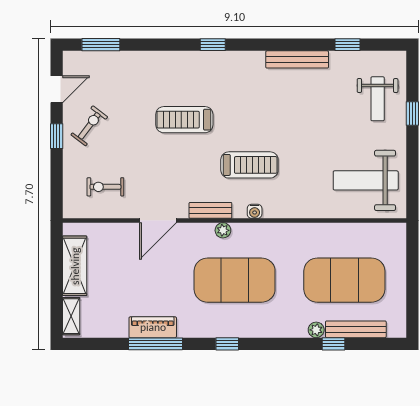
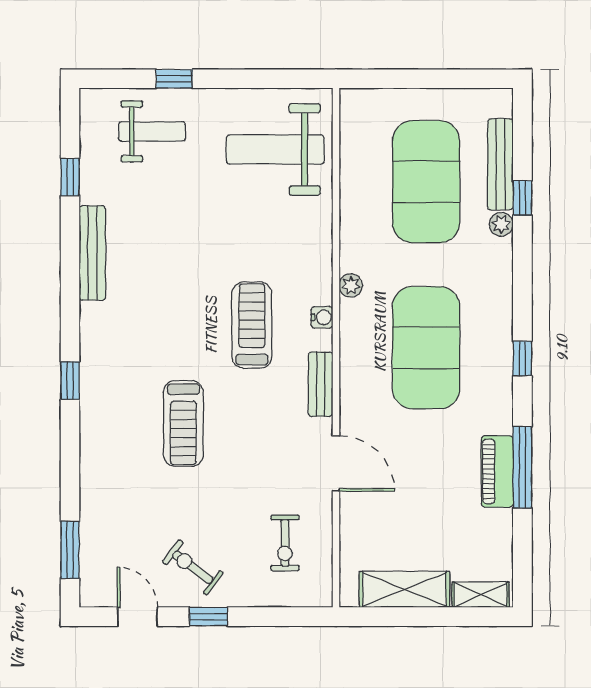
weight bench: (366, 180) -> (275, 149), turned 90
plant: (223, 230) -> (351, 285), moved

